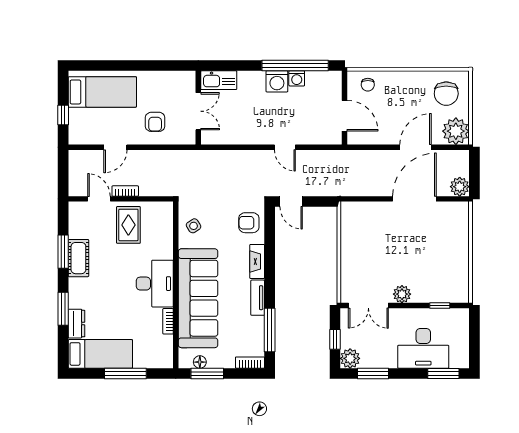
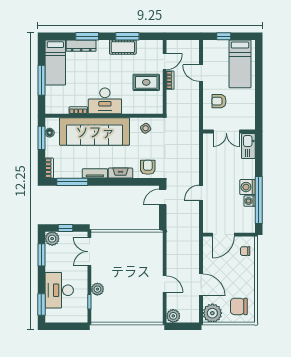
door: (414, 199) -> (165, 284), width x0.53
plant: (402, 294) -> (97, 289), moved
dresser: (76, 324) -> (81, 46), width x1.44

